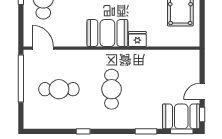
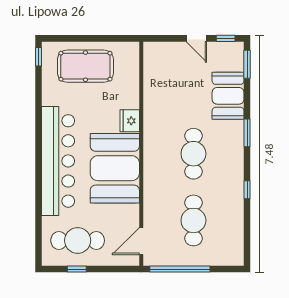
booth: (107, 33) -> (115, 168), width x1.36, depth x1.42
cafe table: (112, 89) -> (193, 154), turned 90
booth: (181, 116) -> (228, 96), moved
window: (146, 131) -> (247, 133), moved

